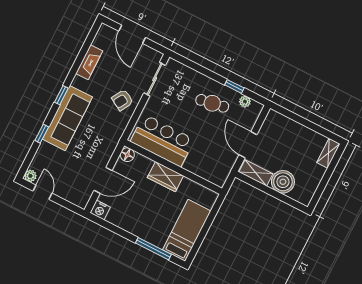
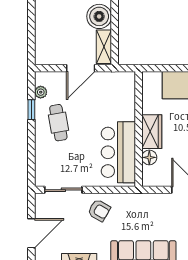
floor lamp: (127, 155) -> (149, 157), moved

